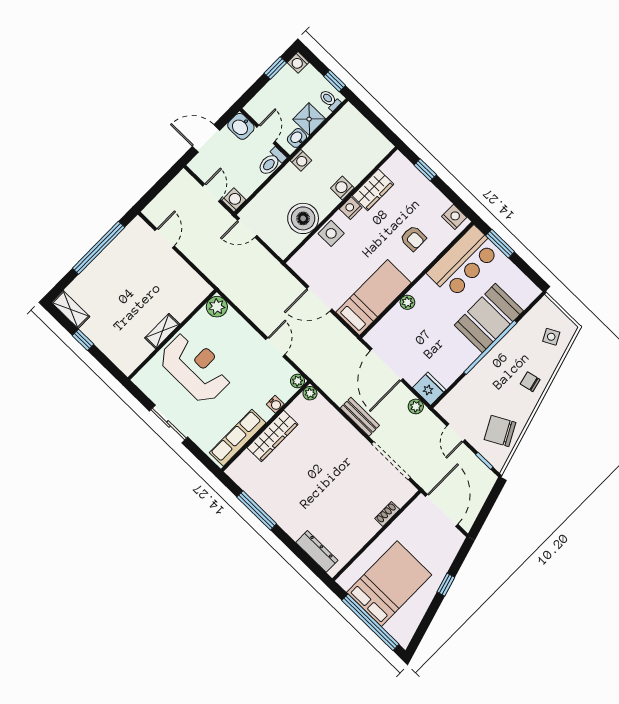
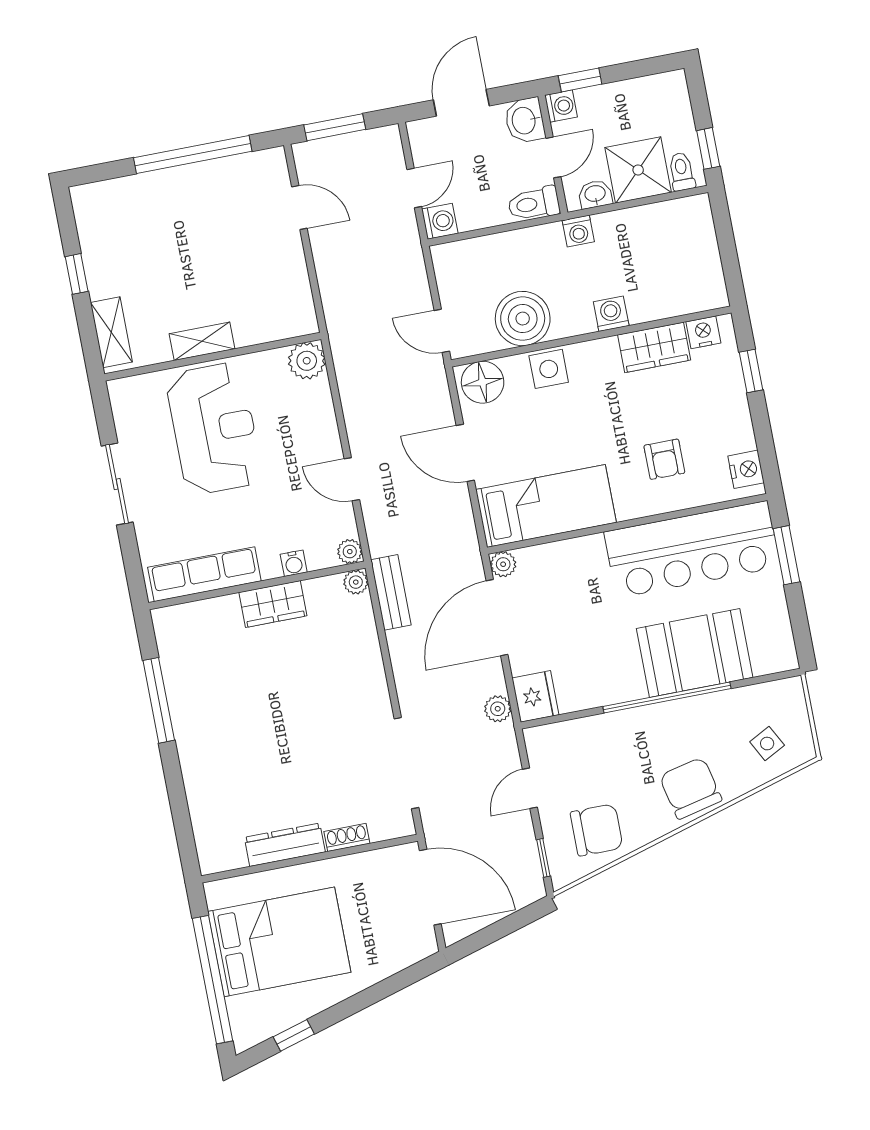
washing machine: (298, 62) -> (561, 106), moved, turned 180
window: (275, 68) -> (580, 80), moved
shower: (309, 119) -> (638, 170), width x1.36, depth x1.36
door: (206, 138) -> (461, 103), hinge flipped
window: (155, 190) -> (335, 127), added
nightstand: (351, 208) -> (703, 332), moved
door: (247, 228) -> (442, 331), moved
door: (165, 238) -> (299, 208), hinge flipped
floor lamp: (305, 261) -> (483, 382), added
bar counter: (464, 262) -> (692, 549), width x1.36
plant: (407, 302) -> (503, 564), moved
shelving: (71, 309) -> (111, 332), moved
door: (275, 347) -> (352, 479), swing flipped
chair: (530, 382) -> (691, 788), width x1.87, depth x1.87
bench: (360, 417) -> (391, 592), moved
chair: (500, 431) -> (597, 830), turned 118
wardrobe: (273, 436) -> (273, 604), width x0.67
door: (442, 510) -> (430, 887), hinge flipped
dresser: (317, 551) -> (285, 845), moved, turned -90
window: (446, 585) -> (294, 1035), moved

